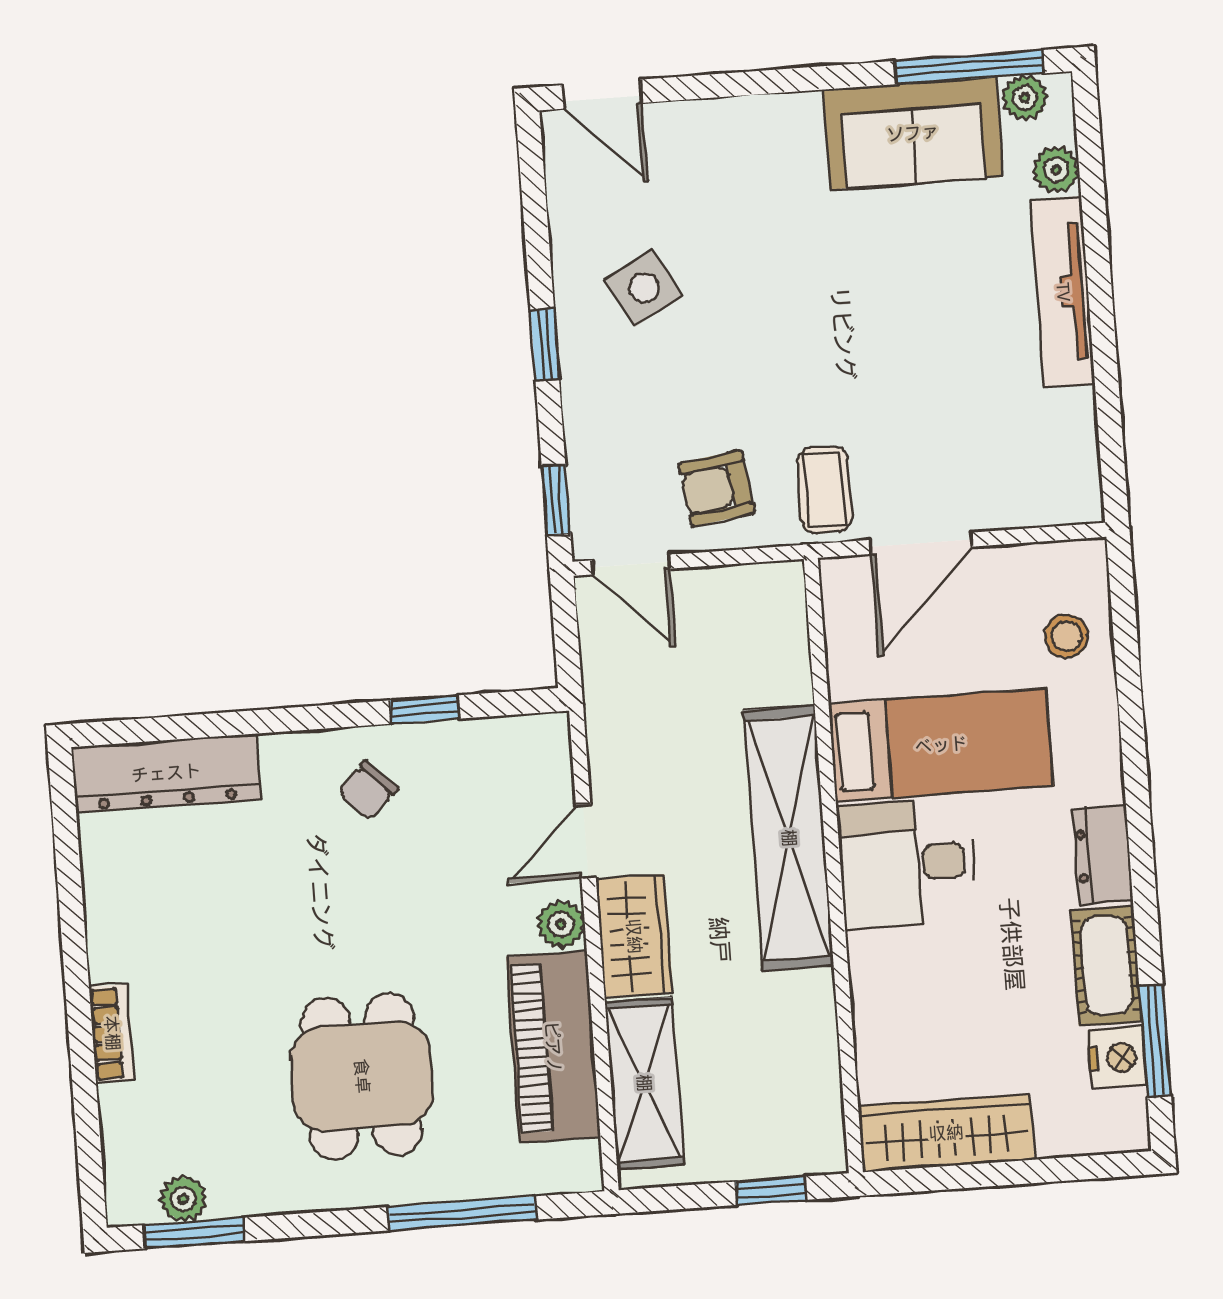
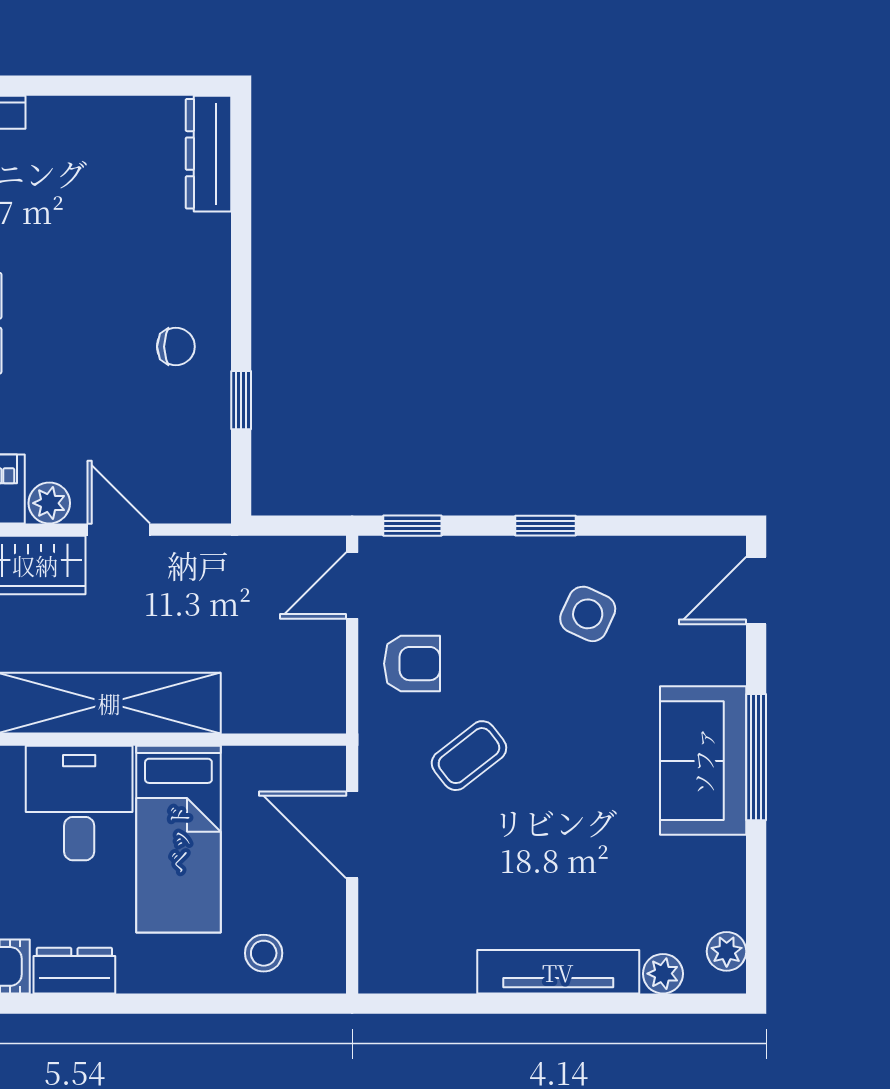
window: (969, 67) -> (756, 757), moved
sofa: (913, 133) -> (703, 761), moved
side table: (644, 288) -> (588, 614), turned -37
armchair: (717, 488) -> (412, 664), turned 98
coffee table: (825, 490) -> (469, 756), moved, turned -38
dresser: (166, 773) -> (208, 154), width x0.73, depth x0.80
chair: (368, 790) -> (176, 347), turned 135

